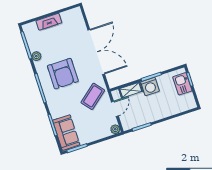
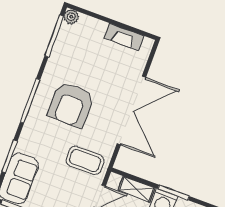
fireplace: (49, 22) -> (124, 37), moved
plant: (36, 56) -> (71, 17), moved
coffee table: (93, 96) -> (85, 160), turned 39

